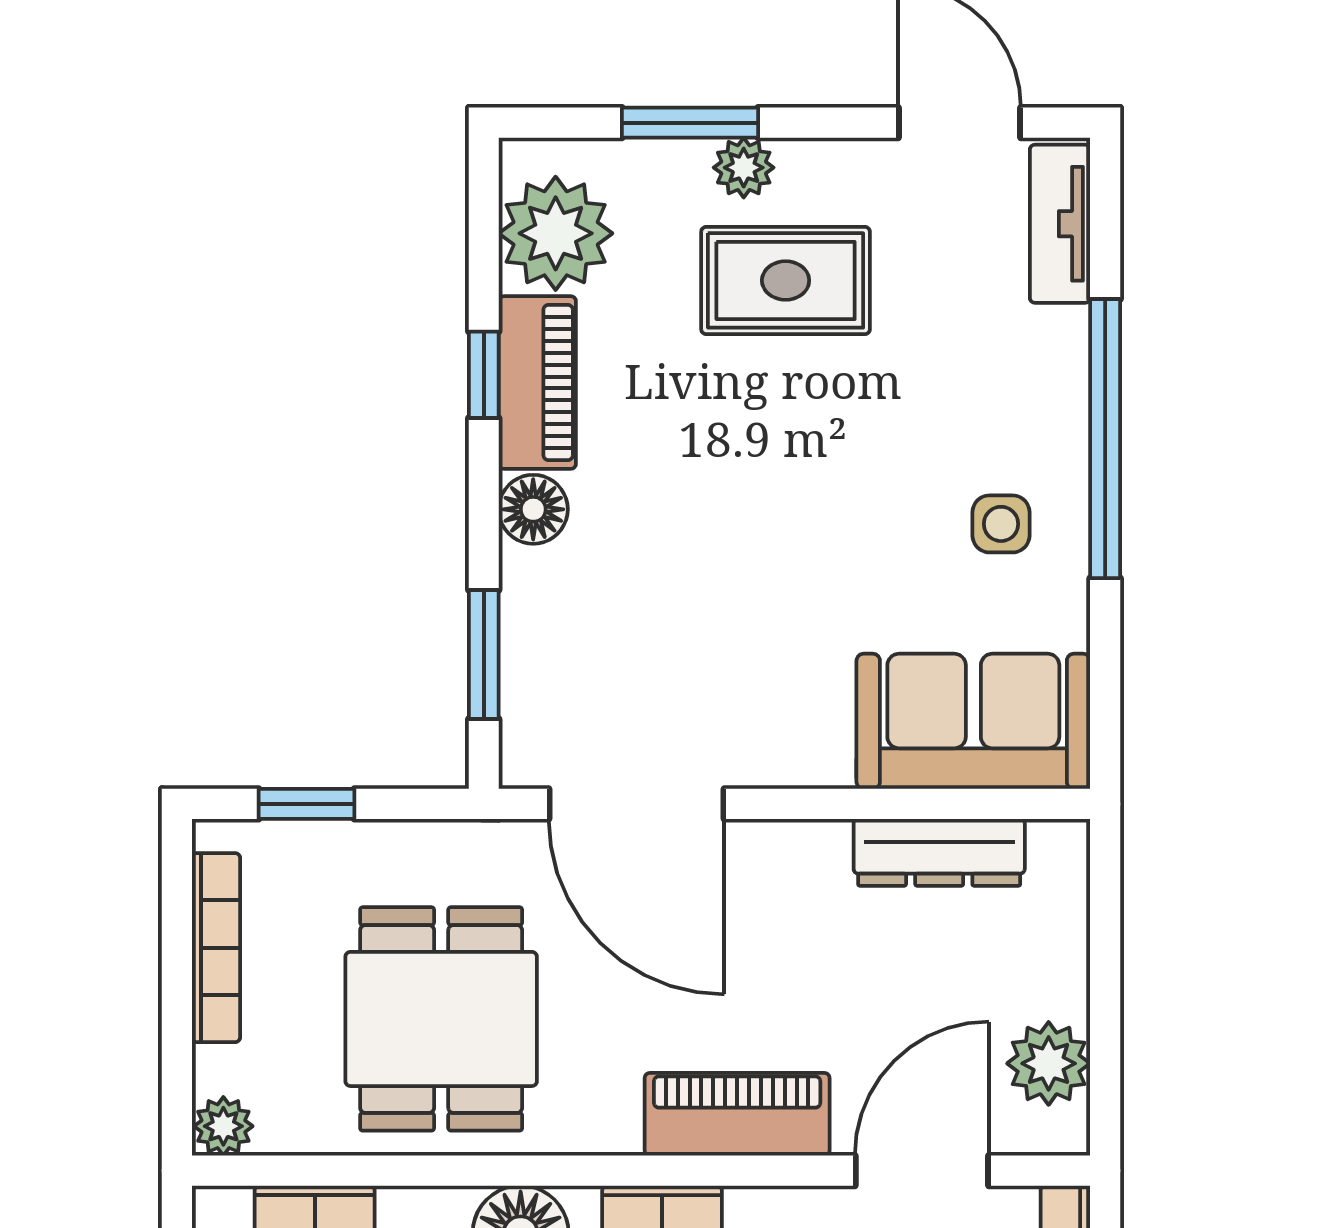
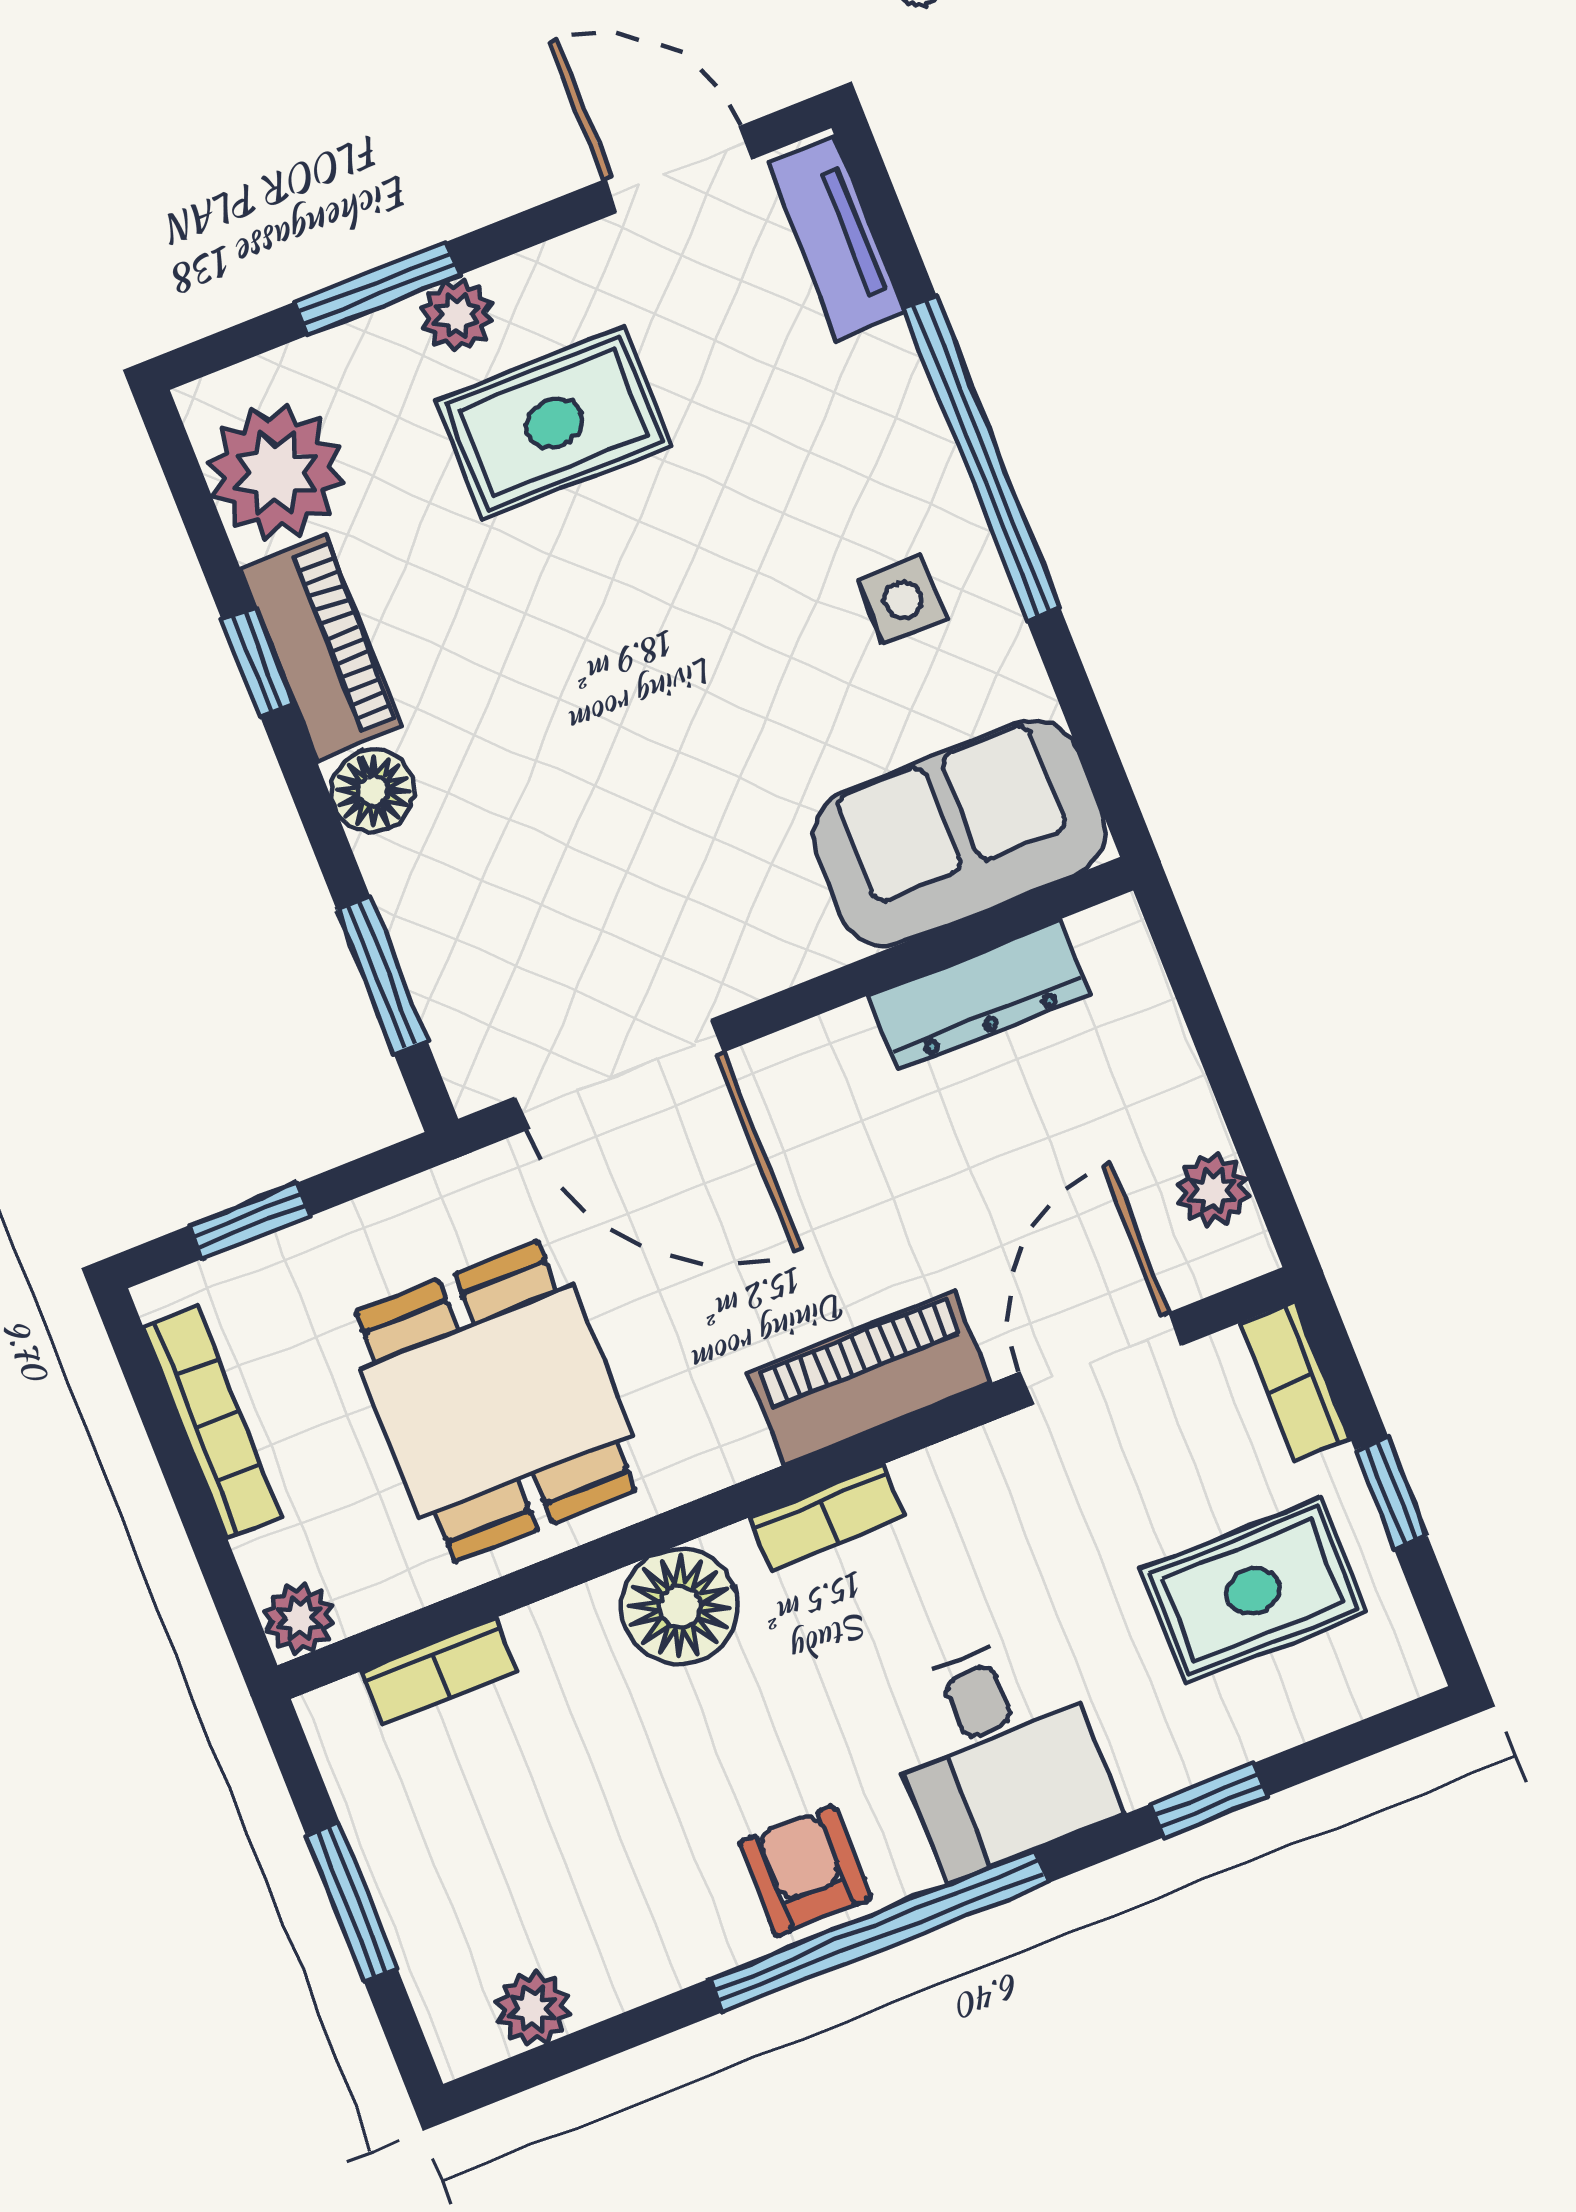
plant: (1049, 1063) -> (1213, 1190), width x0.73, depth x0.73

